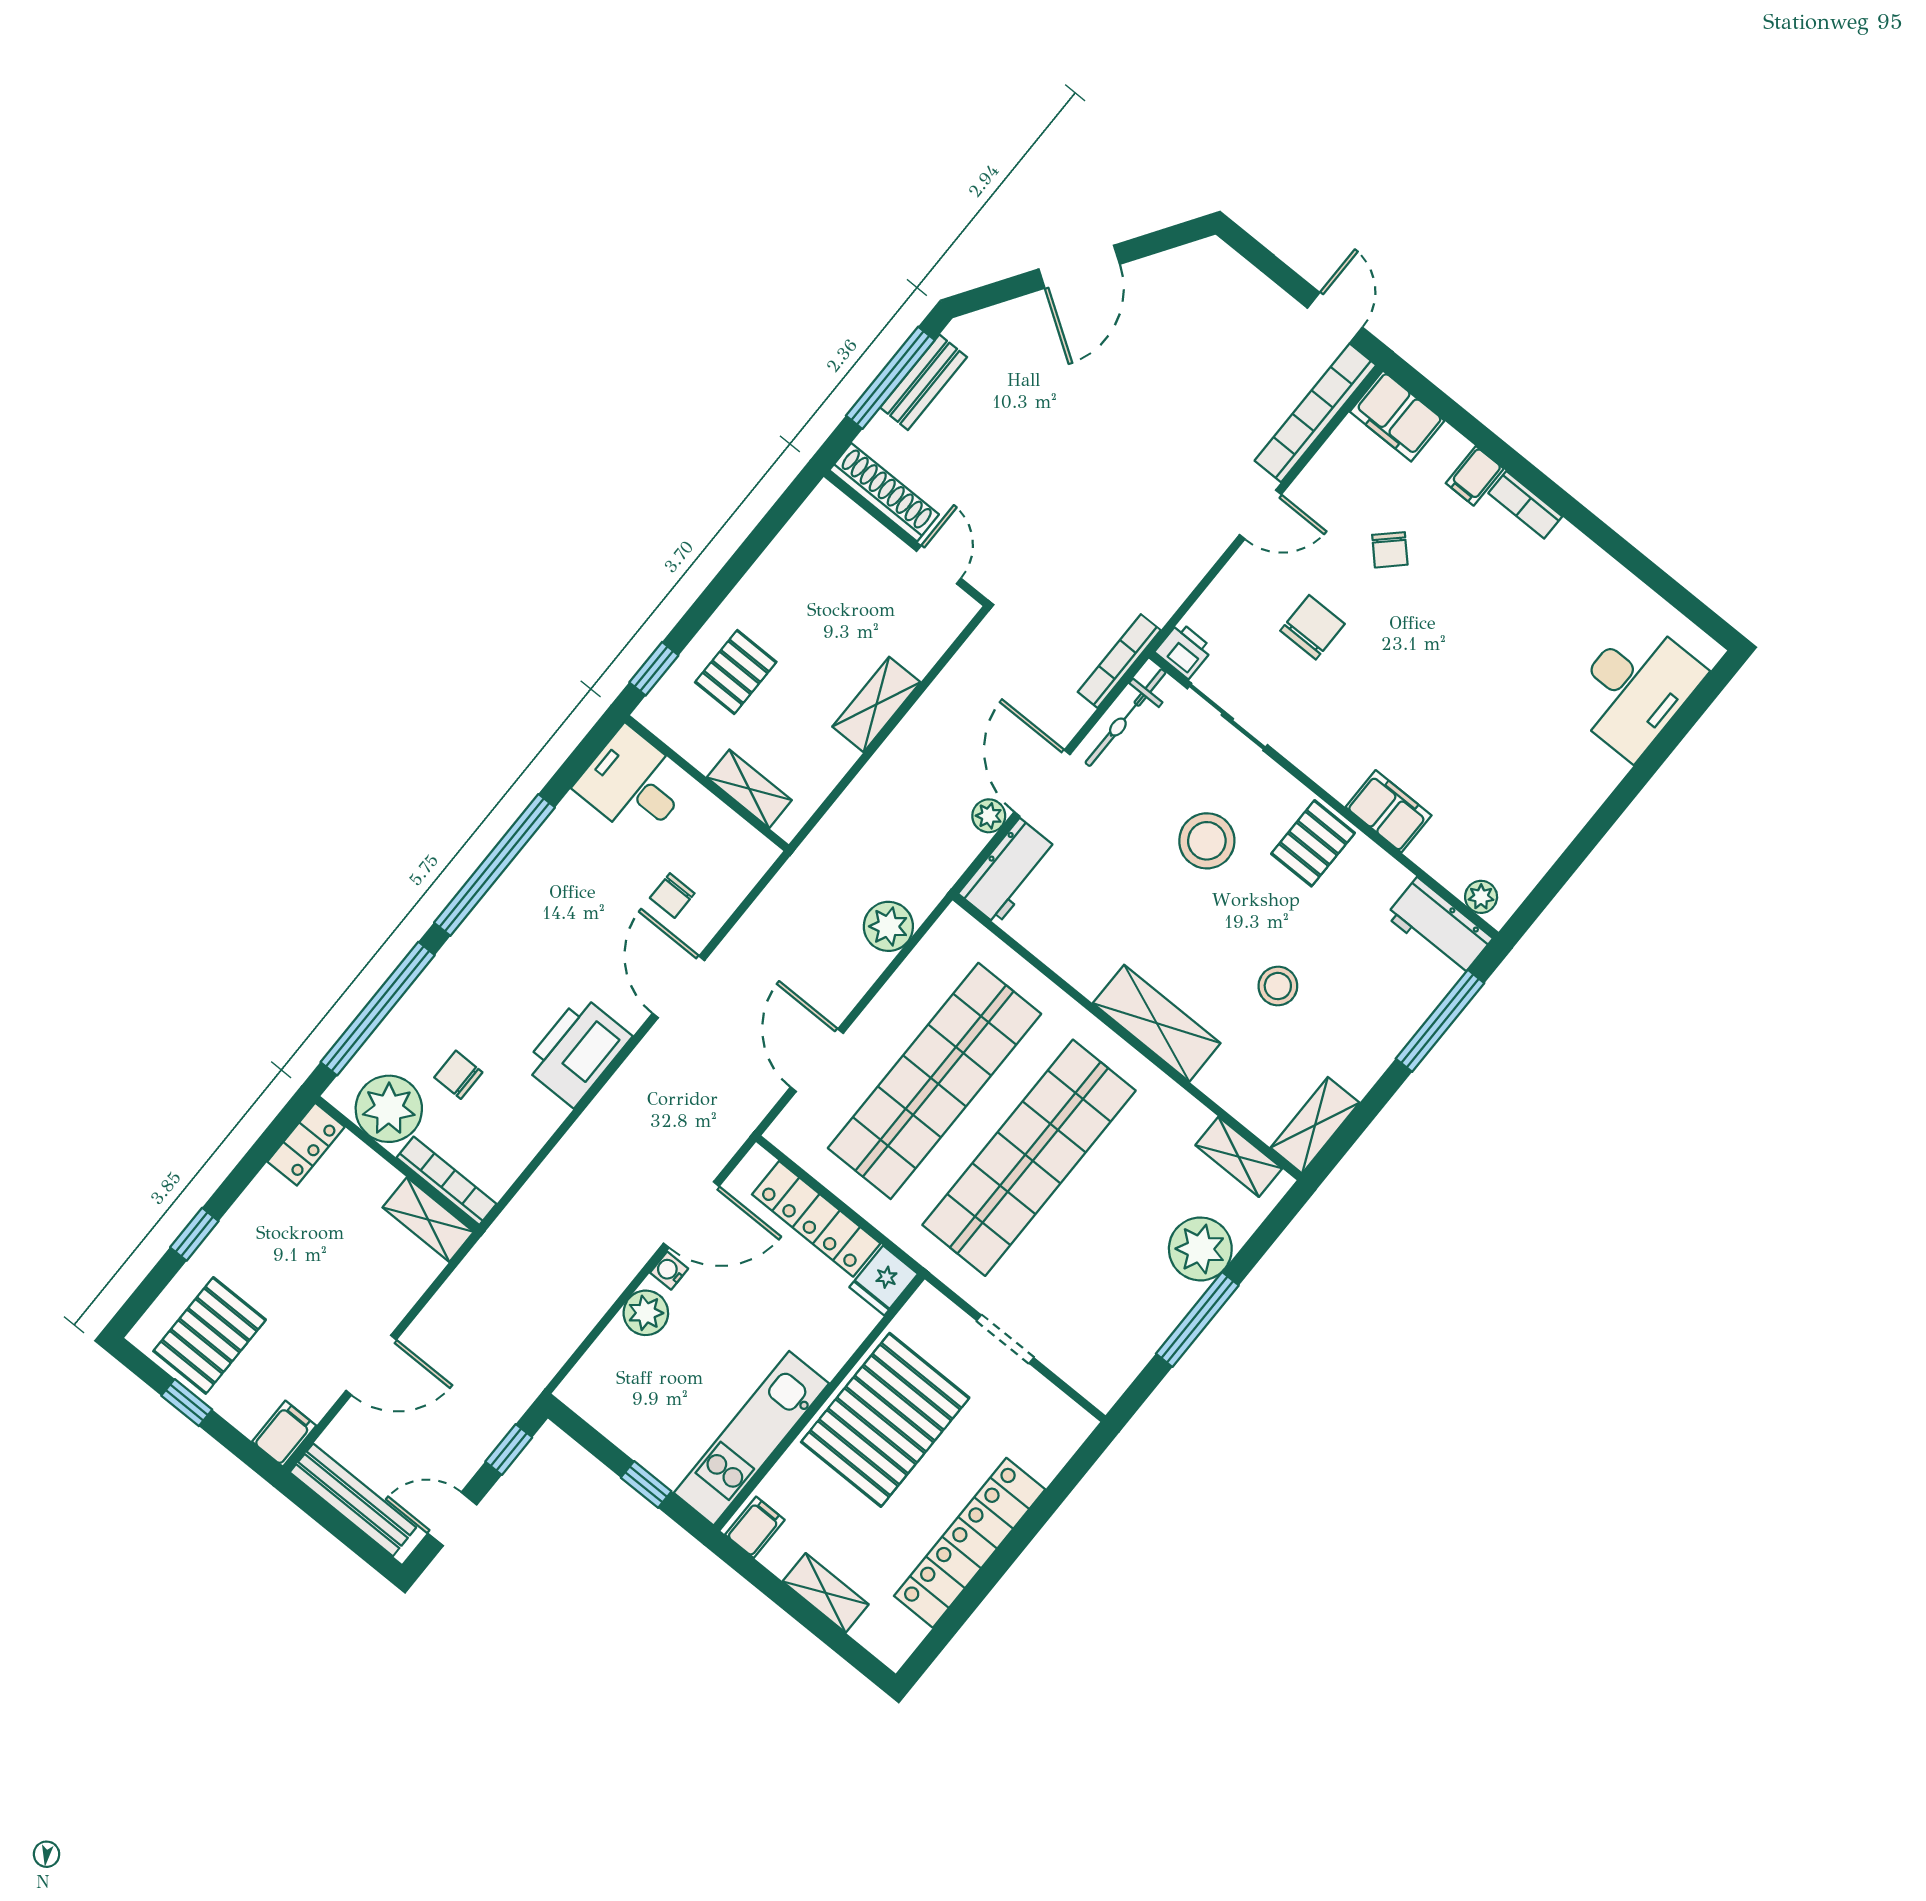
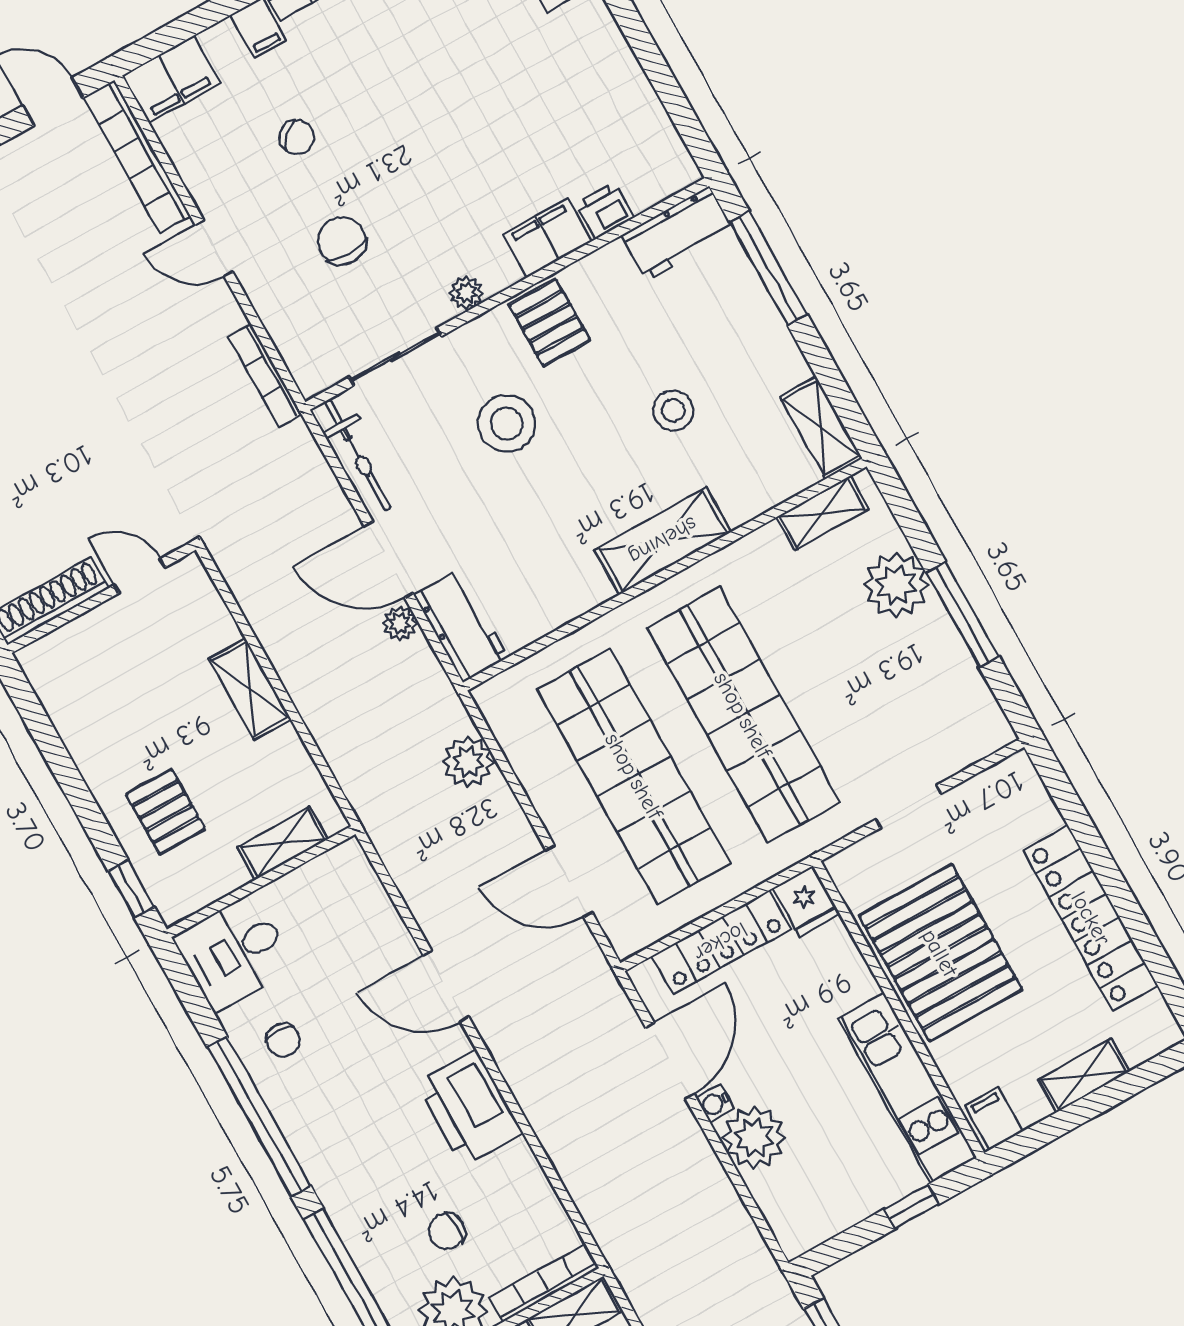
door: (1260, 515) -> (214, 248), swing flipped
printer: (1184, 650) -> (605, 210), moved
bookcase: (1119, 661) -> (265, 375), moved
chair: (672, 896) -> (283, 1040), moved
plant: (1481, 897) -> (466, 293), moved
plant: (646, 1313) -> (754, 1138), width x1.36, depth x1.36

